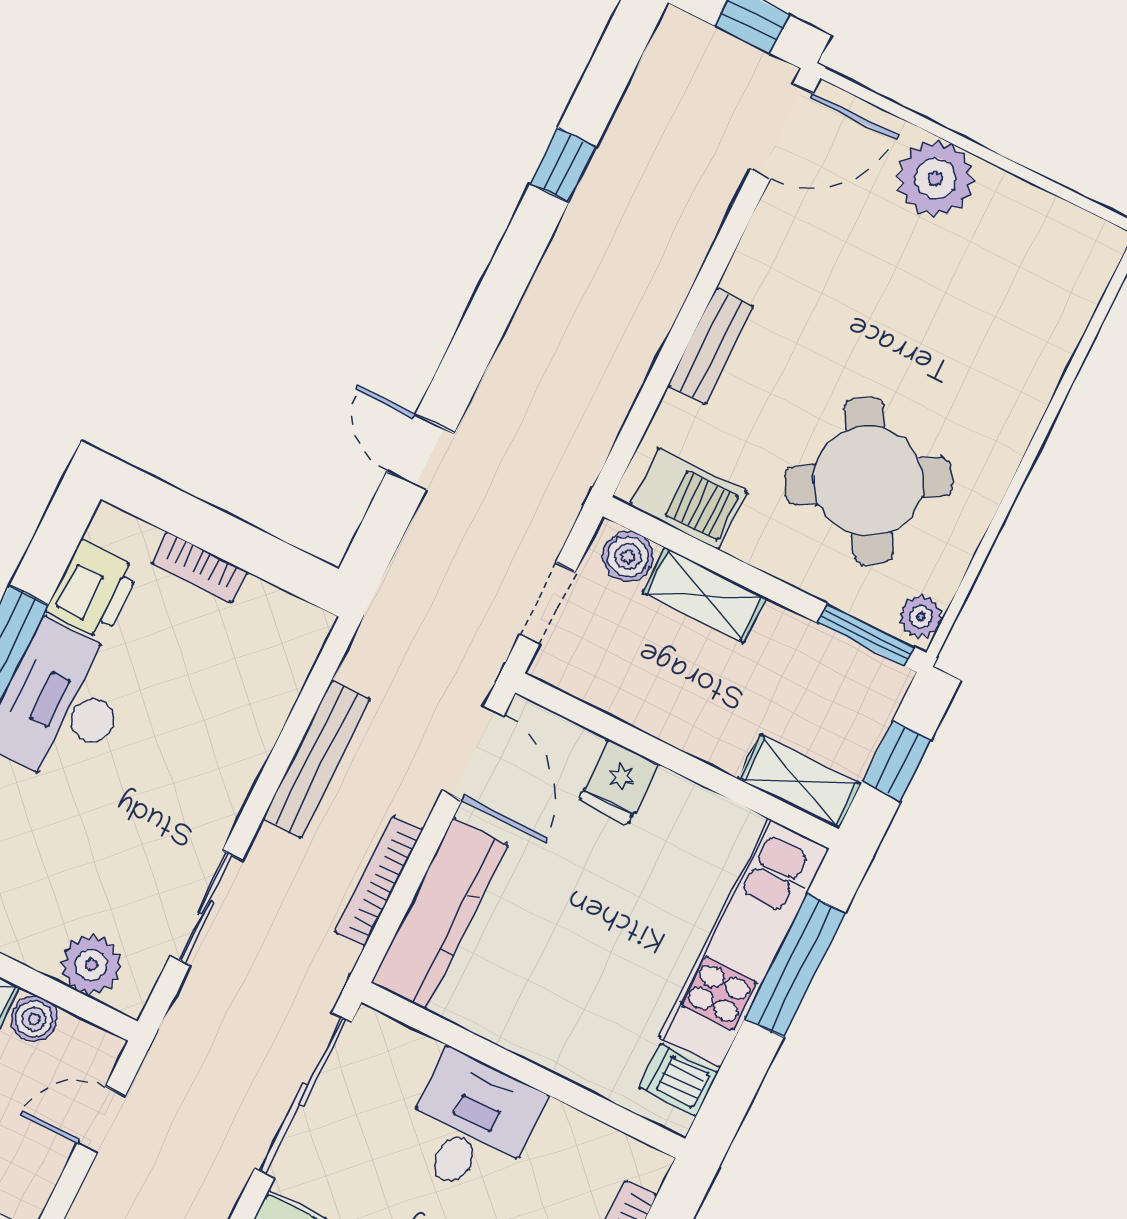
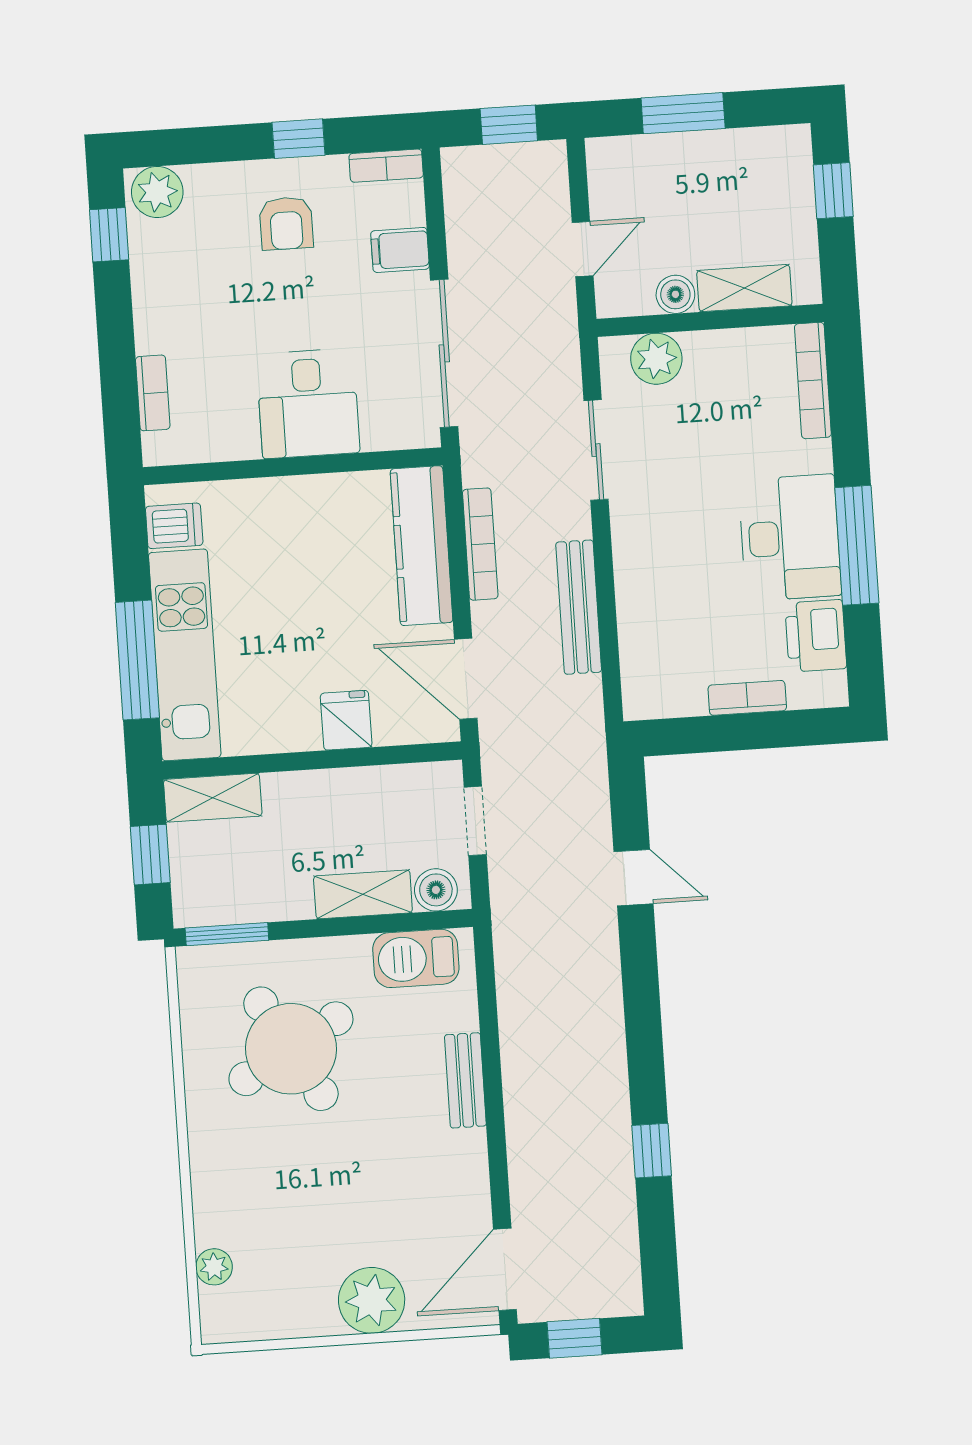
plant: (921, 616) -> (214, 1267), moved

